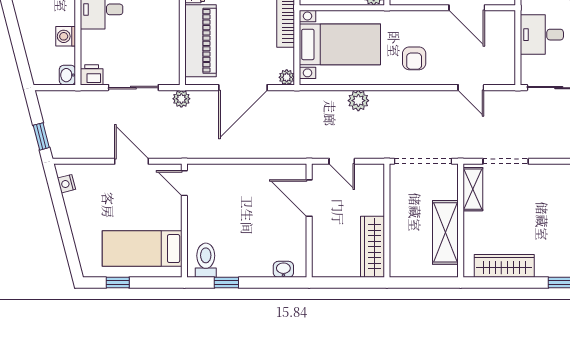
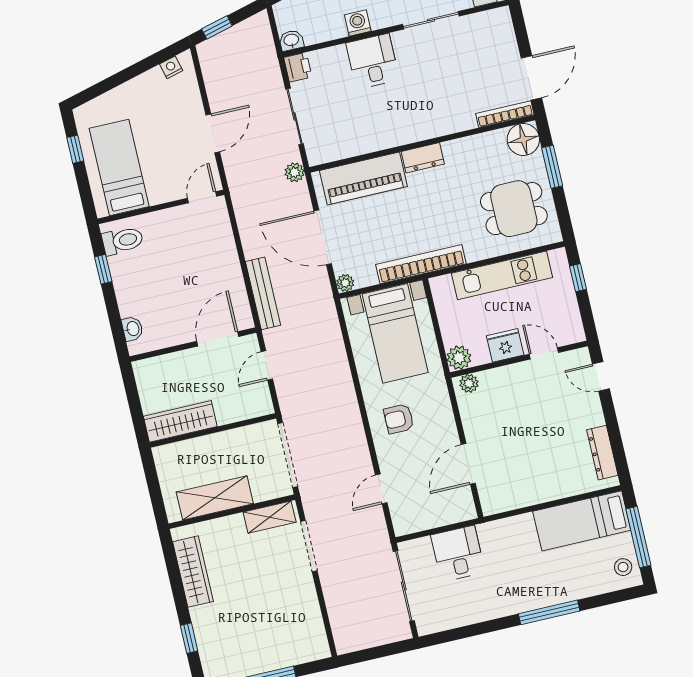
washing machine: (66, 36) -> (358, 23), moved
plant: (358, 101) -> (338, 368), removed
bench: (279, 150) -> (263, 293), added

